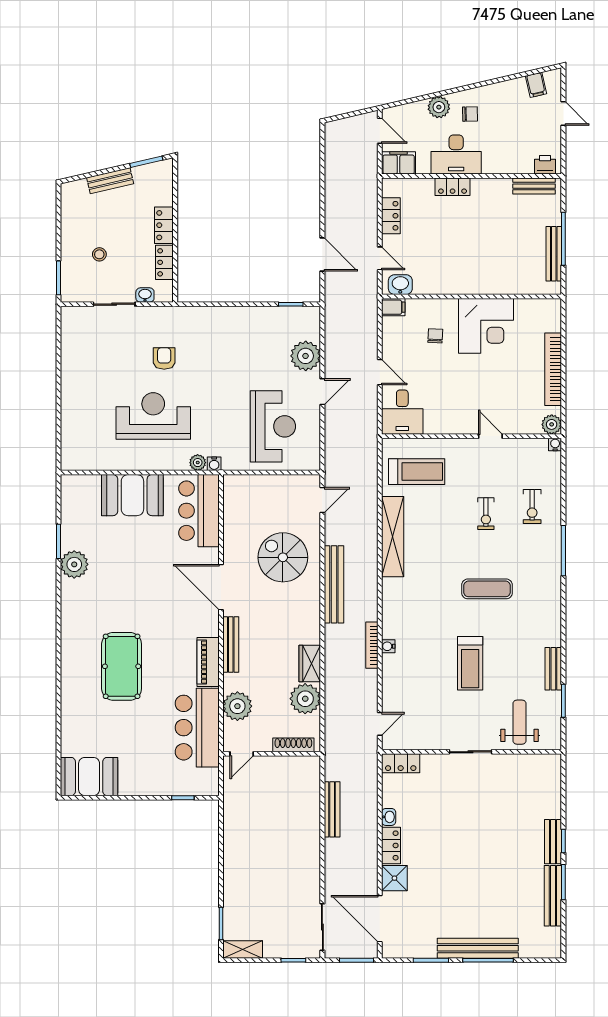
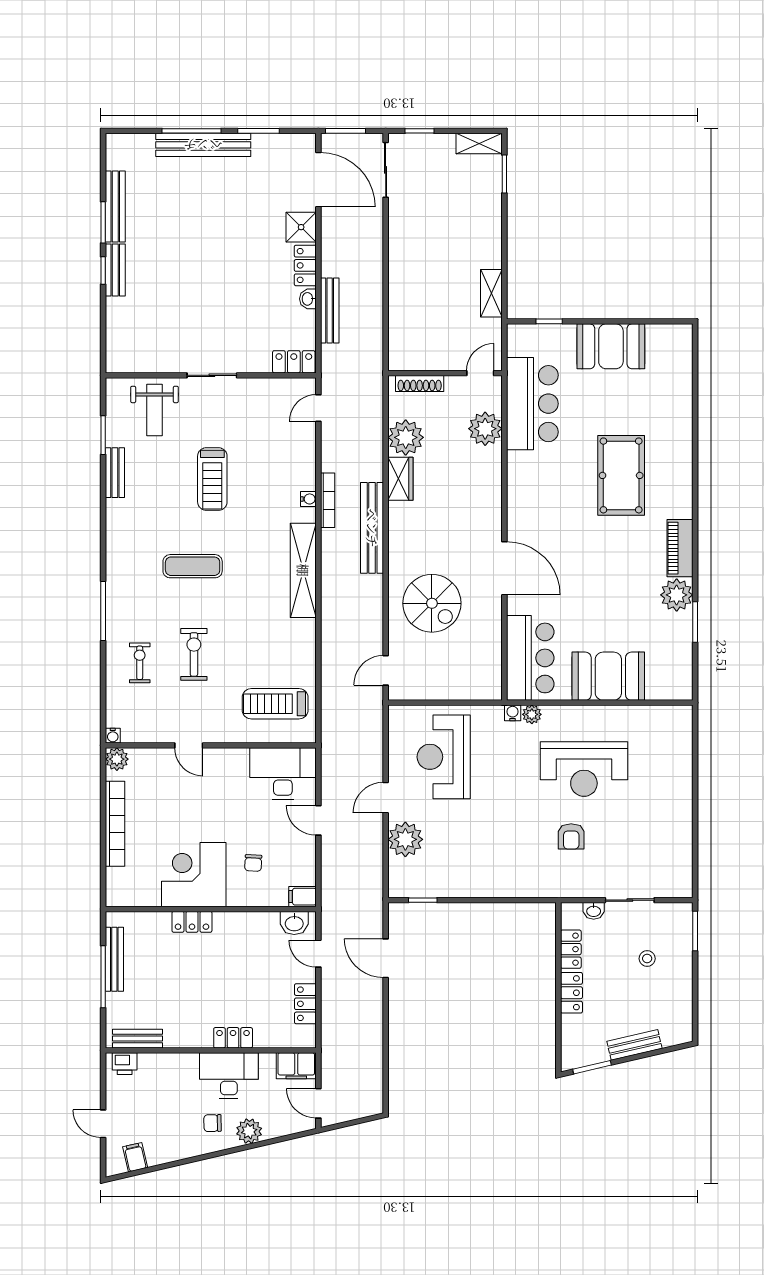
locker: (488, 286) -> (192, 922), added
desk: (402, 412) -> (283, 774), width x1.37
exercise bike: (486, 514) -> (194, 654), width x1.38, depth x1.39
shelving: (393, 537) -> (303, 570), moved
bench: (334, 584) -> (372, 528), moved
bench: (231, 644) -> (493, 501), removed
piano: (208, 662) -> (680, 548), moved, turned 180
treadmill: (470, 663) -> (212, 479), turned 180
booth: (89, 777) -> (611, 346), moved
bench: (332, 809) -> (330, 311), moved
shelving: (232, 822) -> (491, 293), added

